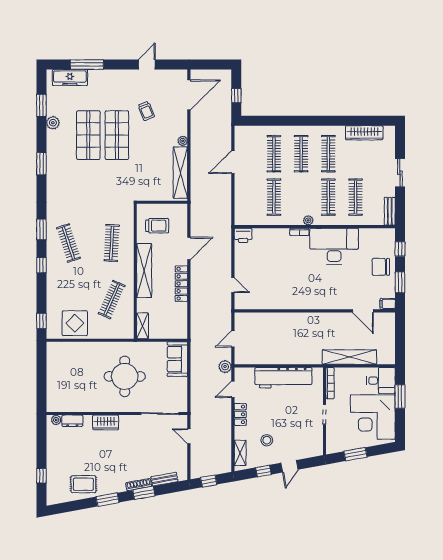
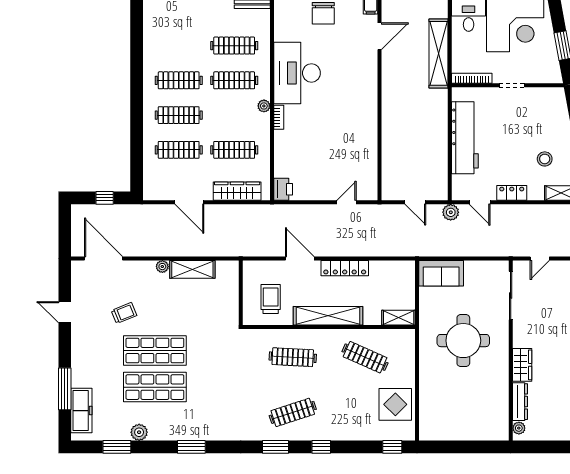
wardrobe: (364, 133) -> (237, 191), moved, turned -90
shelving: (180, 173) -> (192, 269), width x0.68
dresser: (72, 421) -> (520, 402), width x1.44

